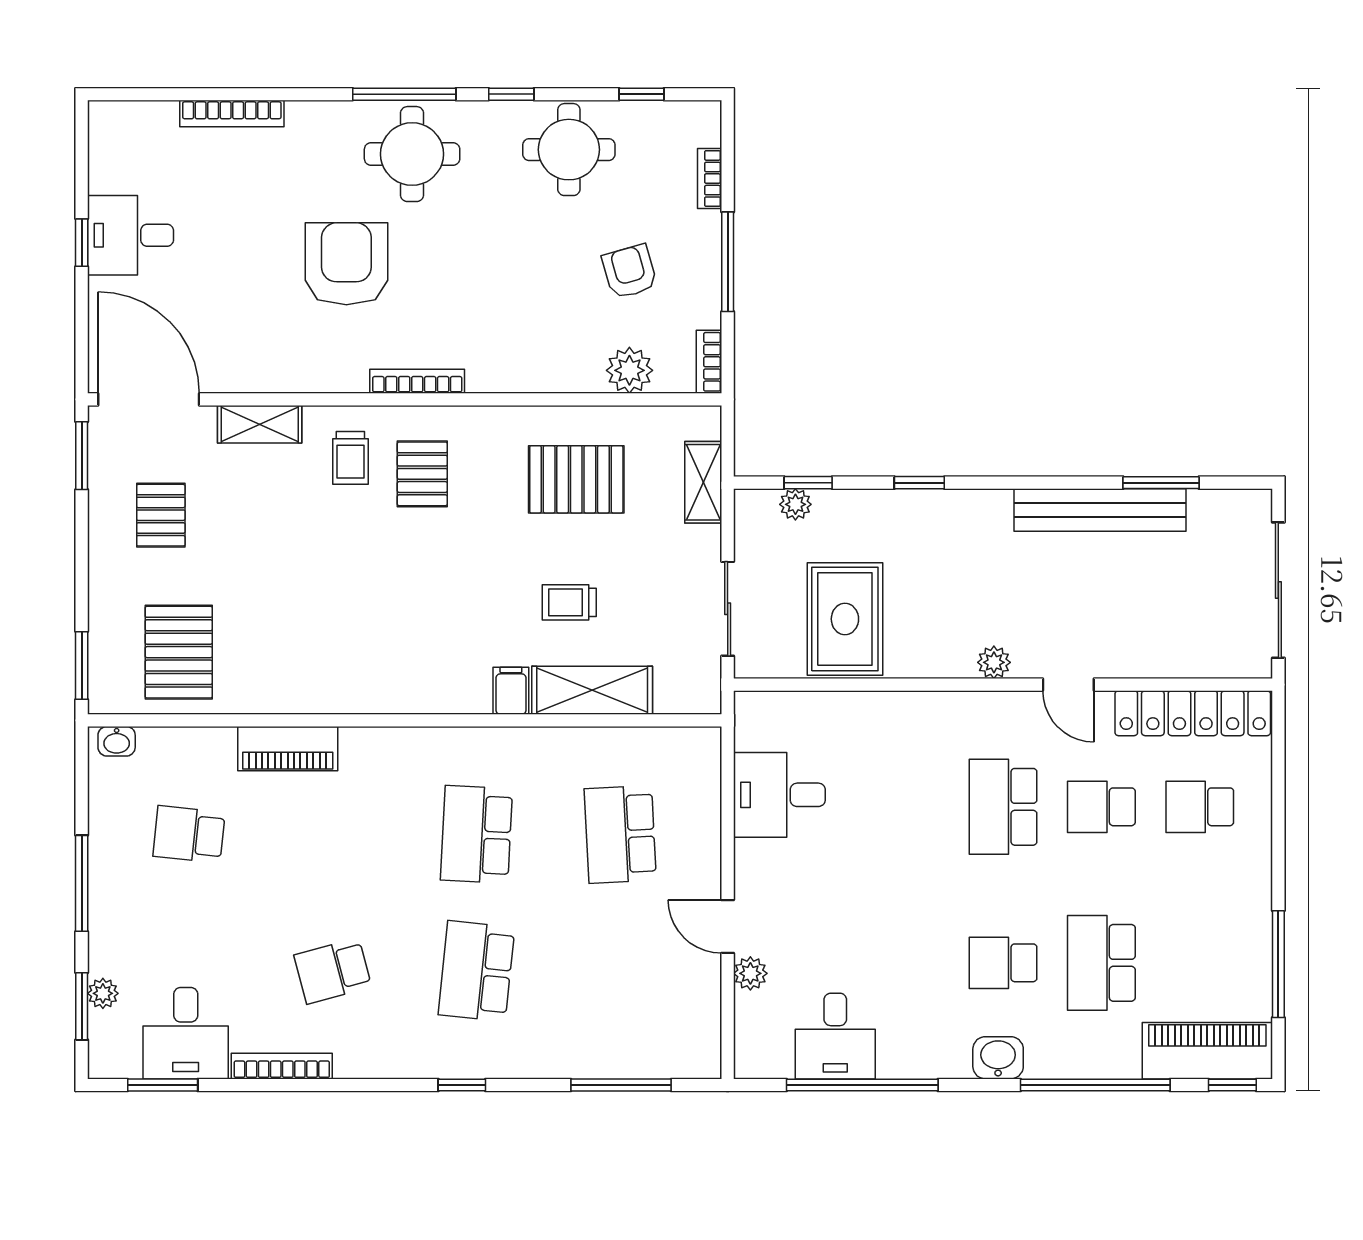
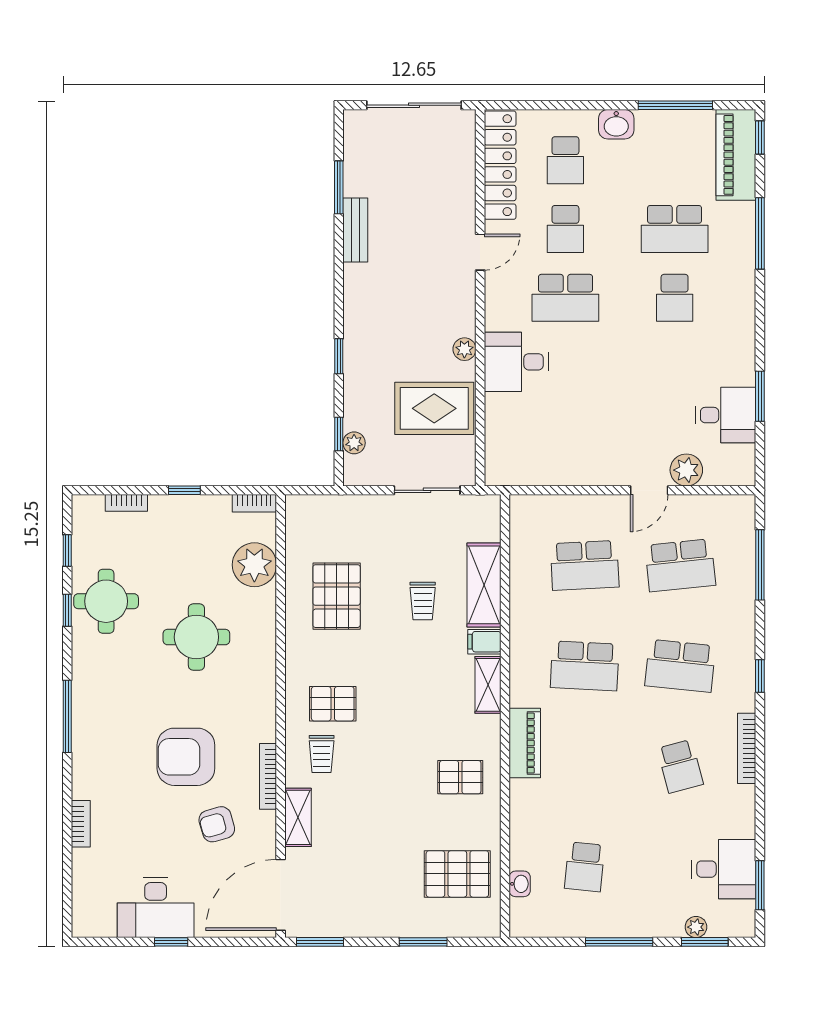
window: (511, 94) -> (67, 610), moved
bookcase: (232, 113) -> (81, 824), width x0.64
round table: (412, 154) -> (196, 637), moved
desk: (130, 235) -> (156, 908), width x1.37
window: (728, 262) -> (184, 490), width x0.46
armchair: (630, 272) -> (217, 824), moved
plant: (629, 370) -> (254, 565), width x1.36, depth x1.36
bookcase: (417, 381) -> (268, 776), moved
trolley: (350, 458) -> (322, 754), turned 90
shelving: (703, 482) -> (488, 685), moved, turned 90
bench: (1100, 510) -> (355, 230), width x0.54, depth x0.82
pallet: (161, 515) -> (460, 777), moved
plant: (994, 662) -> (464, 349), moved
window: (82, 665) -> (423, 942), moved
washbasin: (117, 741) -> (520, 884), moved
piano: (288, 749) -> (525, 743), moved
desk: (779, 795) -> (516, 362), moved, turned 90
school desk: (620, 971) -> (680, 565), added
plant: (750, 973) -> (686, 470), width x1.38, depth x1.38
washbasin: (998, 1058) -> (616, 124), moved, turned -90
bookcase: (282, 1066) -> (747, 748), moved
window: (862, 1085) -> (760, 396), width x0.47
window: (1095, 1085) -> (760, 233), width x0.68

